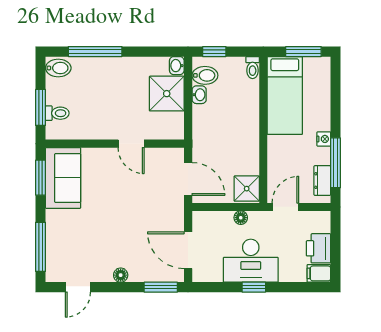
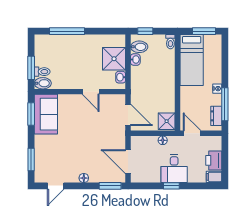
washbasin: (177, 66) -> (121, 77), moved
bidet: (58, 68) -> (43, 83), moved
door: (285, 207) -> (192, 133), hinge flipped
window: (41, 247) -> (31, 159), width x0.69
desk: (251, 261) -> (174, 169), width x0.73

